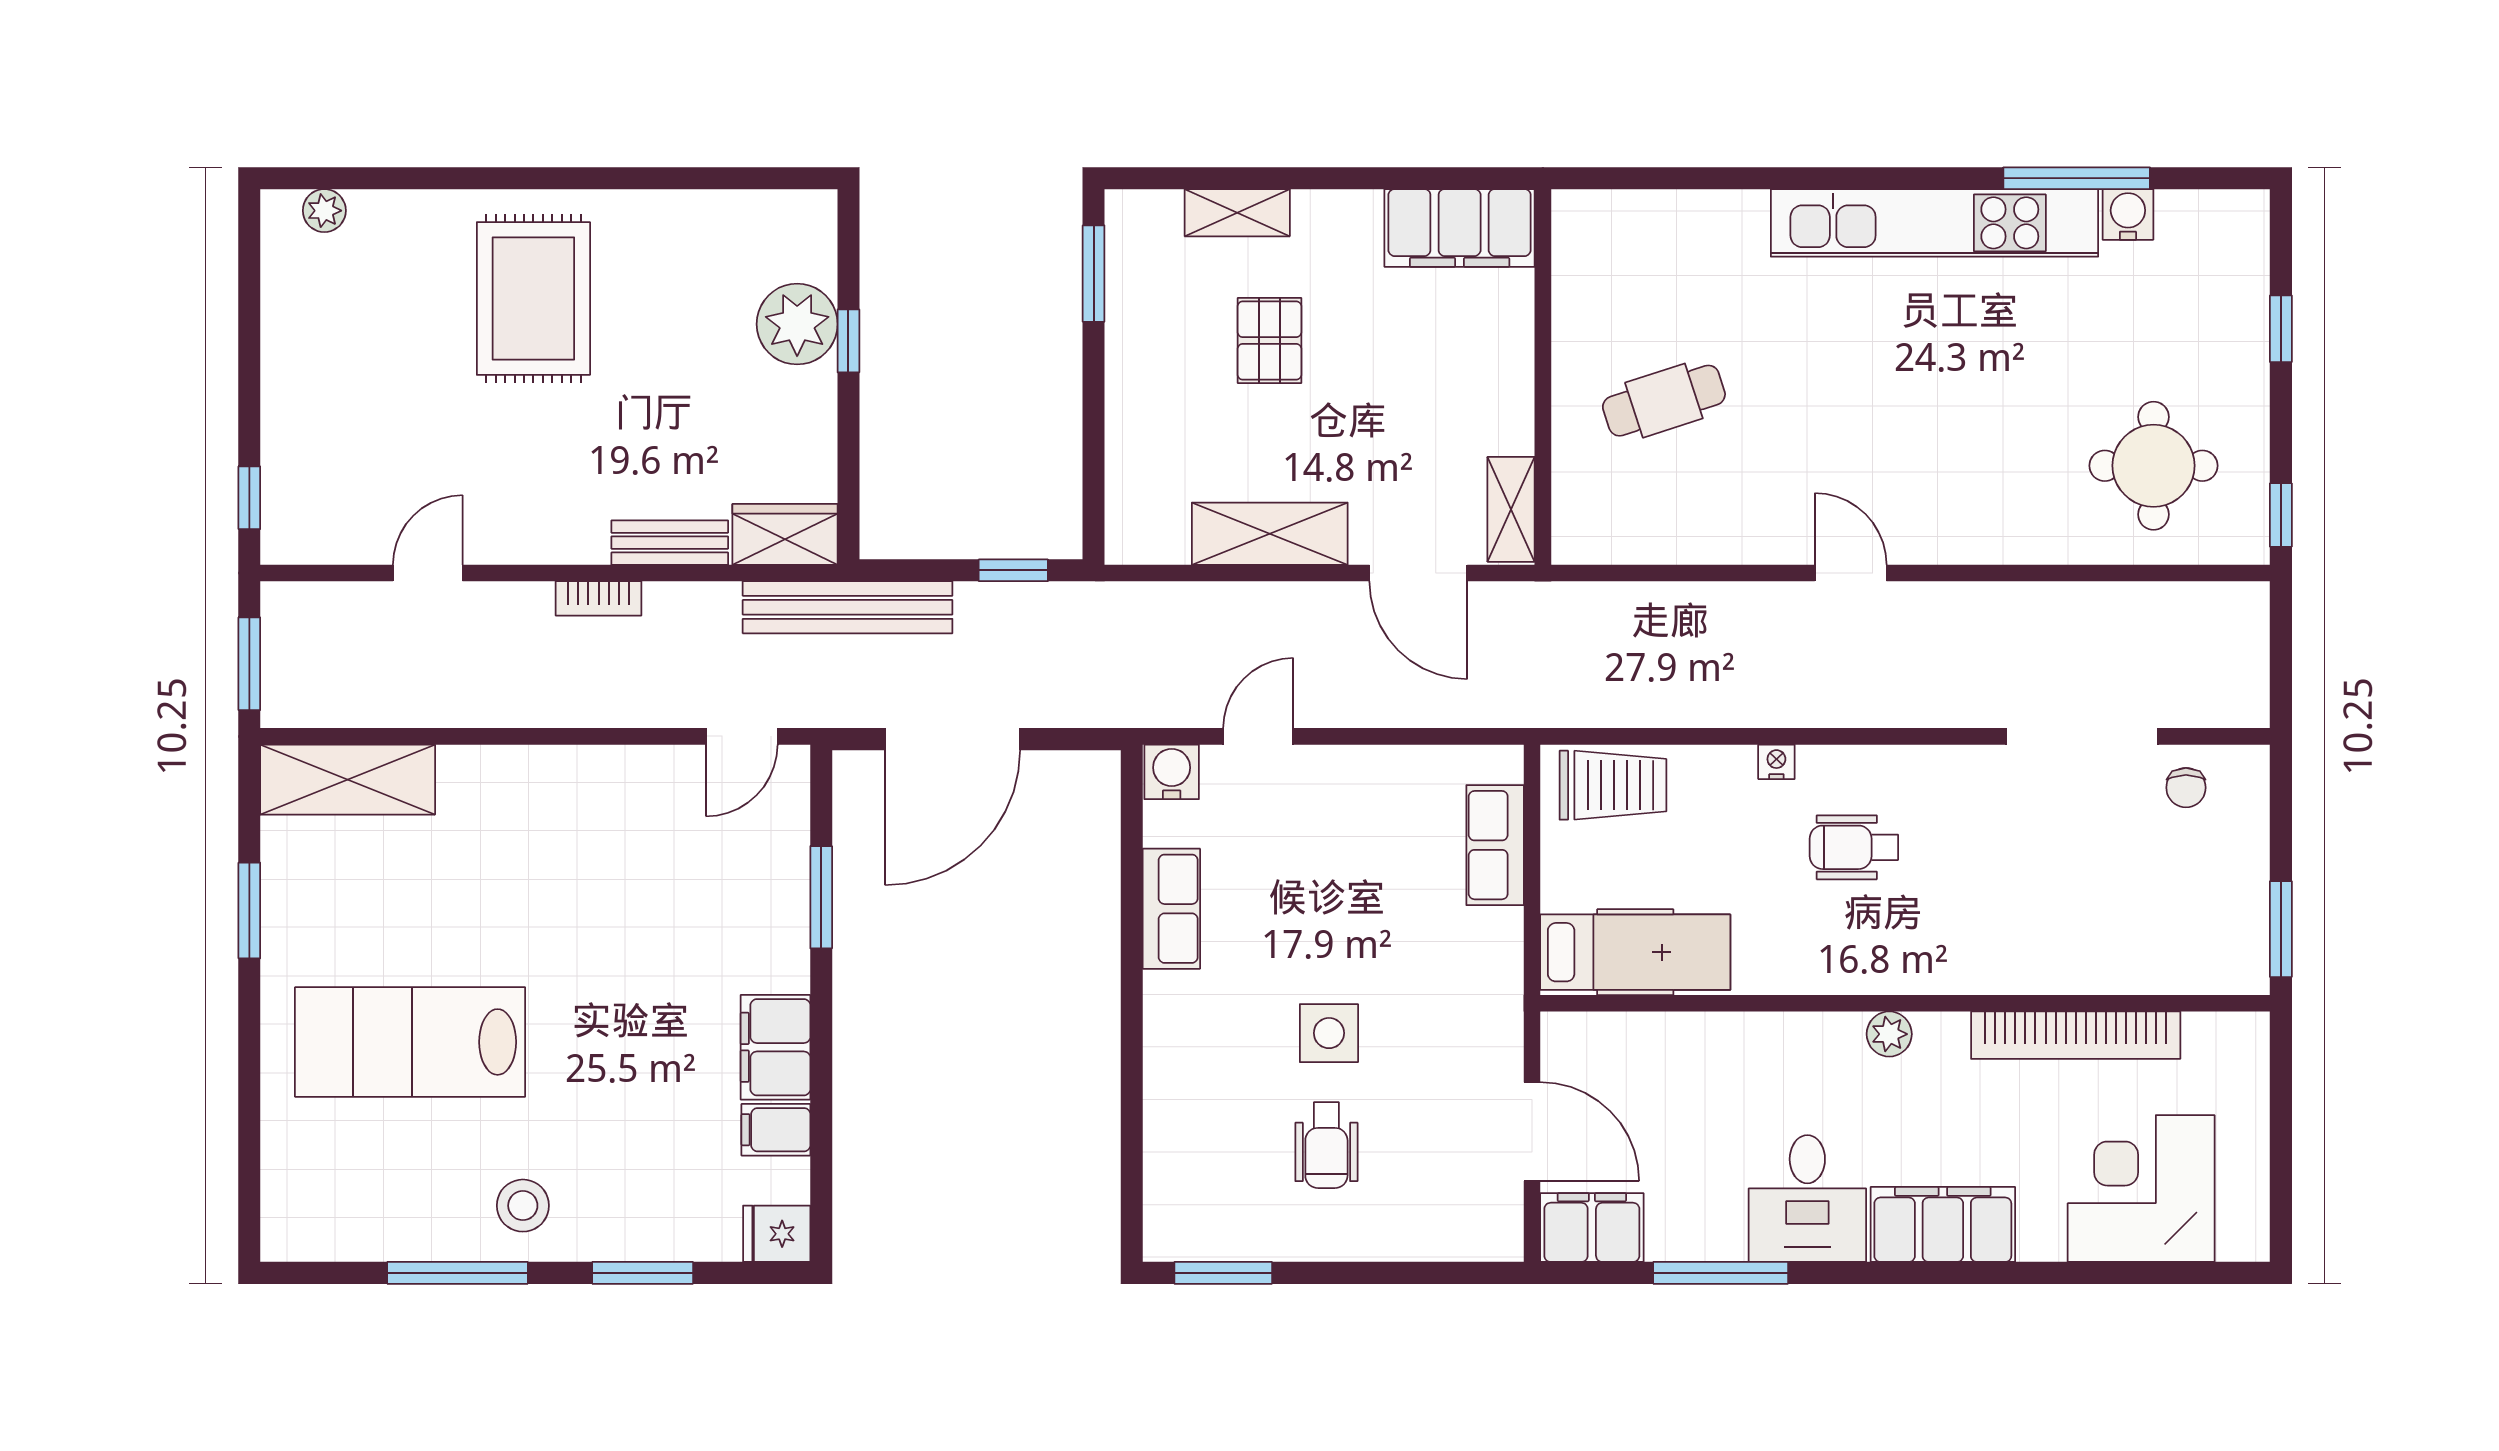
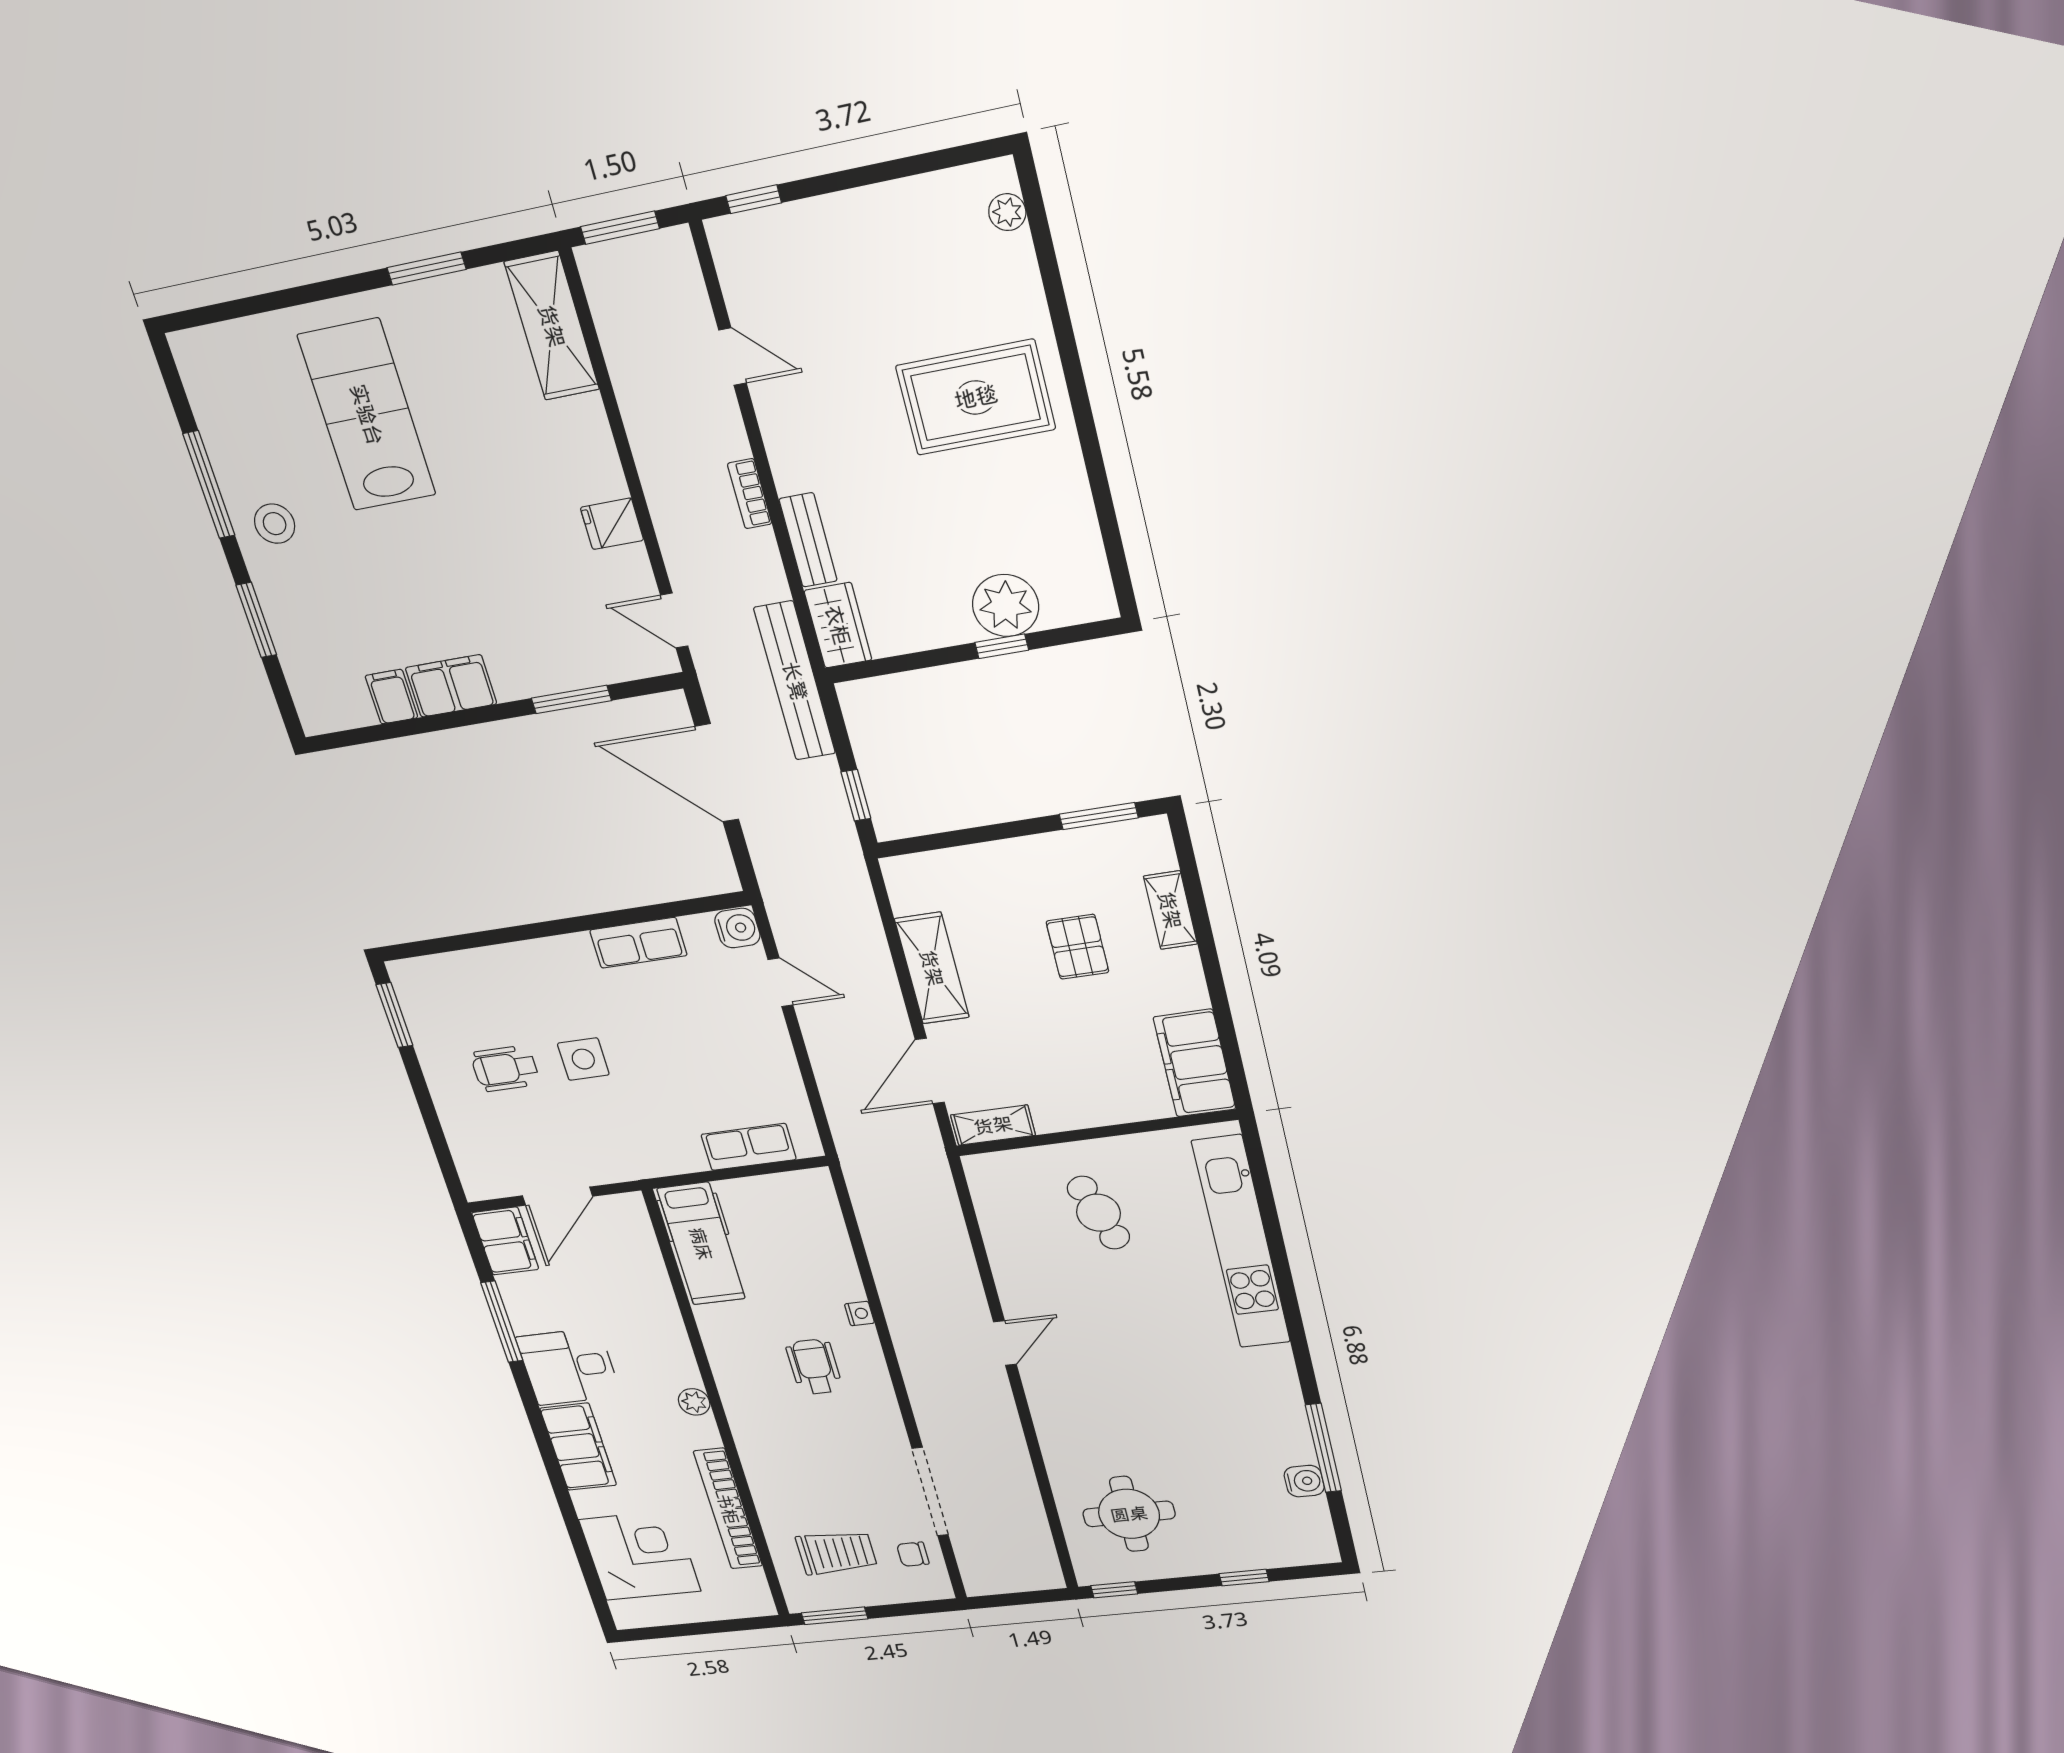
kitchen unit: (1935, 223) -> (1241, 1242), moved
pallet: (1269, 340) -> (1077, 947), turned 90
trolley: (1613, 785) -> (836, 1553), moved, turned -90
fridge: (777, 1234) -> (612, 524), moved, turned -90

